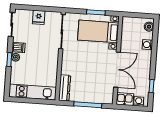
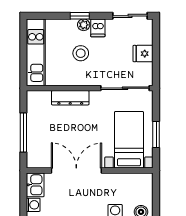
stool: (35, 61) -> (81, 53), added
double door: (117, 70) -> (76, 171), swing flipped
dresser: (65, 88) -> (70, 98), moved

